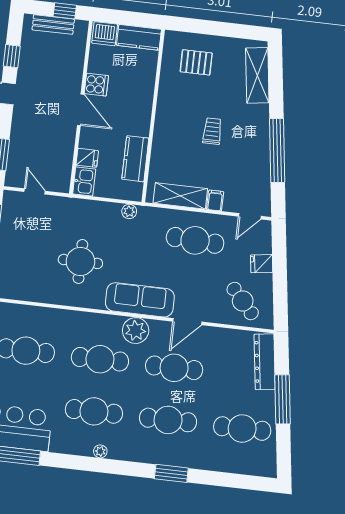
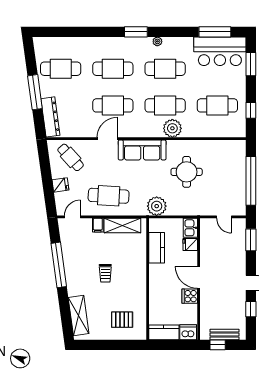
plant: (129, 211) -> (157, 206), width x1.88, depth x1.88
plant: (136, 331) -> (172, 128), moved
window: (171, 473) -> (136, 32), moved

